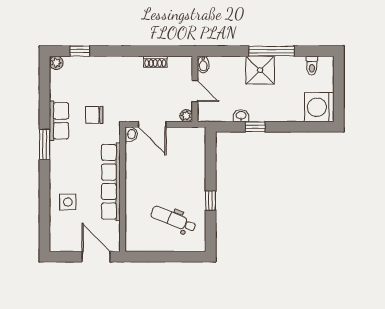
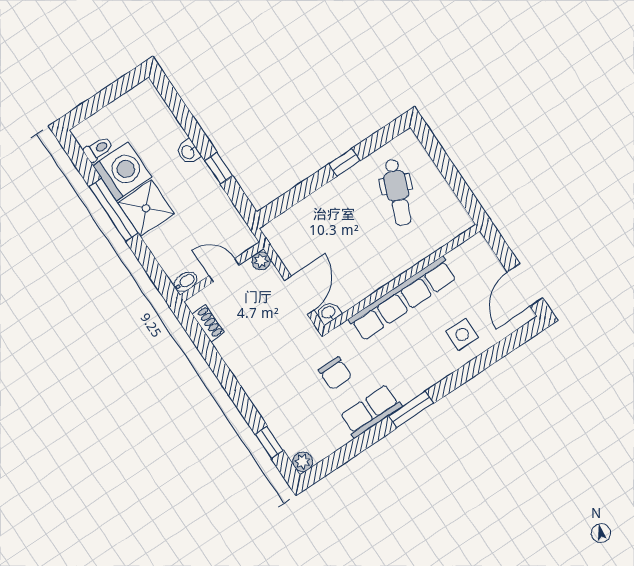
shoe rack: (155, 62) -> (208, 323), moved
door: (195, 91) -> (224, 270), hinge flipped
washing machine: (319, 107) -> (122, 171), moved, turned -90
washbasin: (241, 116) -> (188, 152), moved
door: (96, 257) -> (525, 285), moved

